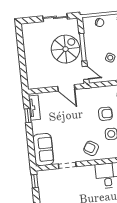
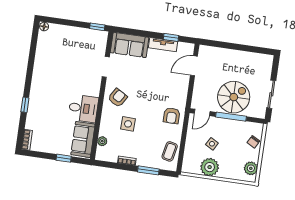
spiral stairs: (66, 49) -> (234, 97), turned -90
door: (66, 88) -> (194, 66), moved
tv unit: (34, 108) -> (163, 45), moved
armchair: (105, 114) -> (172, 116), moved

